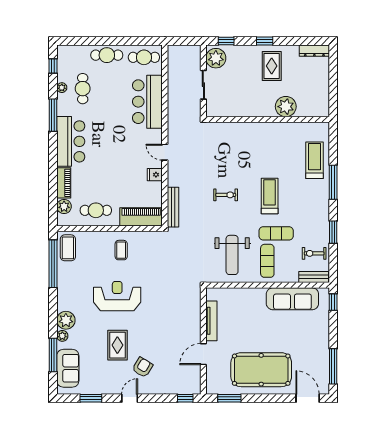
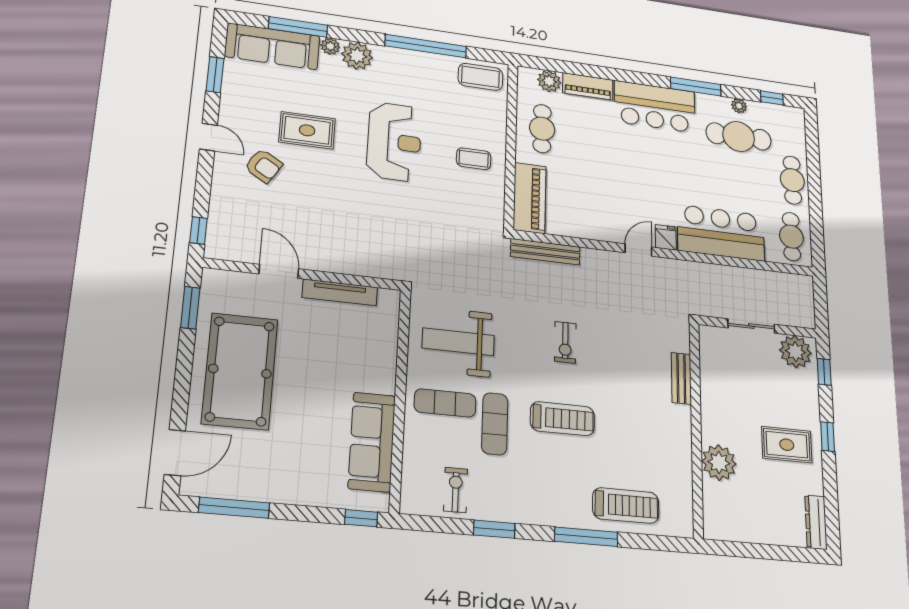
cafe table: (83, 89) -> (739, 136), width x1.37, depth x1.35
fridge: (155, 175) -> (666, 237), moved
window: (53, 264) -> (426, 46), moved
bench: (314, 277) -> (681, 378), moved
sofa: (68, 368) -> (273, 46), width x1.36

